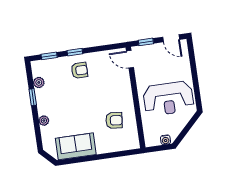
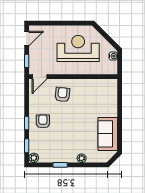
plant: (39, 82) -> (34, 158), moved
reception desk: (168, 99) -> (78, 48), turned -90
armchair: (114, 120) -> (62, 95), moved

